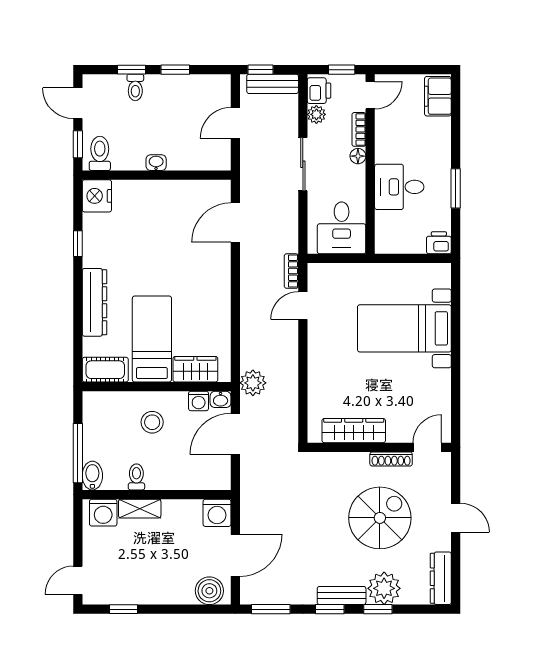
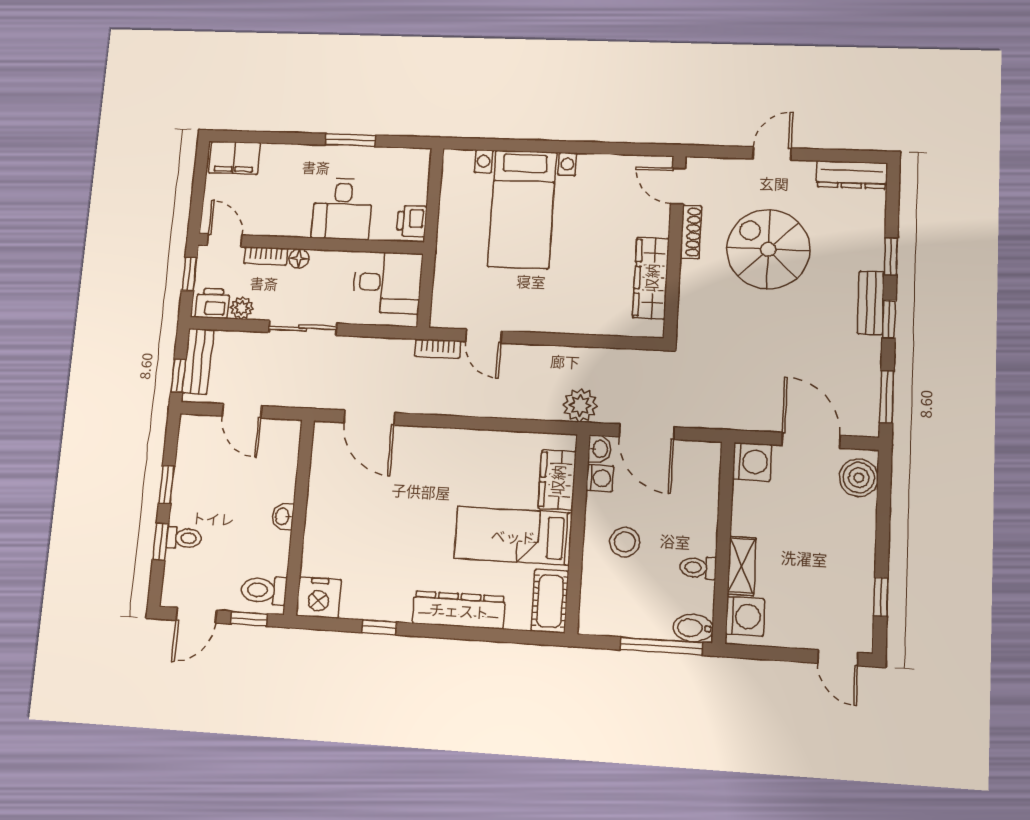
printer: (439, 243) -> (412, 221), moved
plant: (384, 588) -> (863, 248), removed

